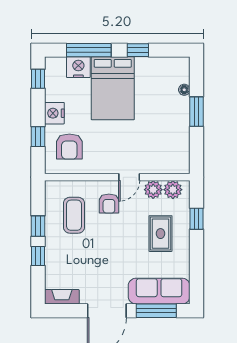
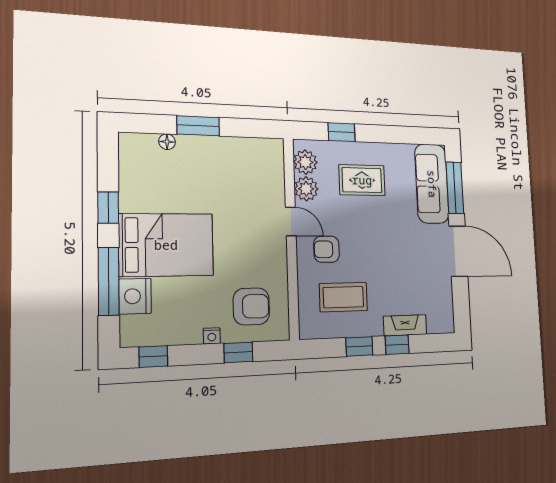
nightstand: (54, 113) -> (212, 336), width x0.53, depth x0.56
armchair: (109, 204) -> (327, 249), turned 180
fireplace: (62, 297) -> (405, 325), moved, turned 90

